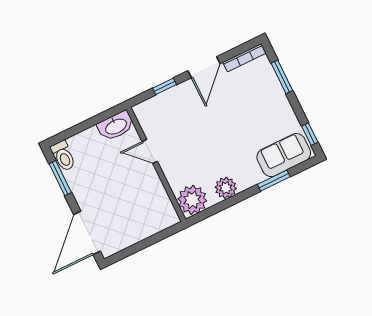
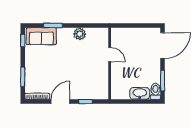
washbasin: (116, 126) -> (140, 93), moved
door: (150, 151) -> (110, 55), moved
plant: (192, 200) -> (100, 36), removed

